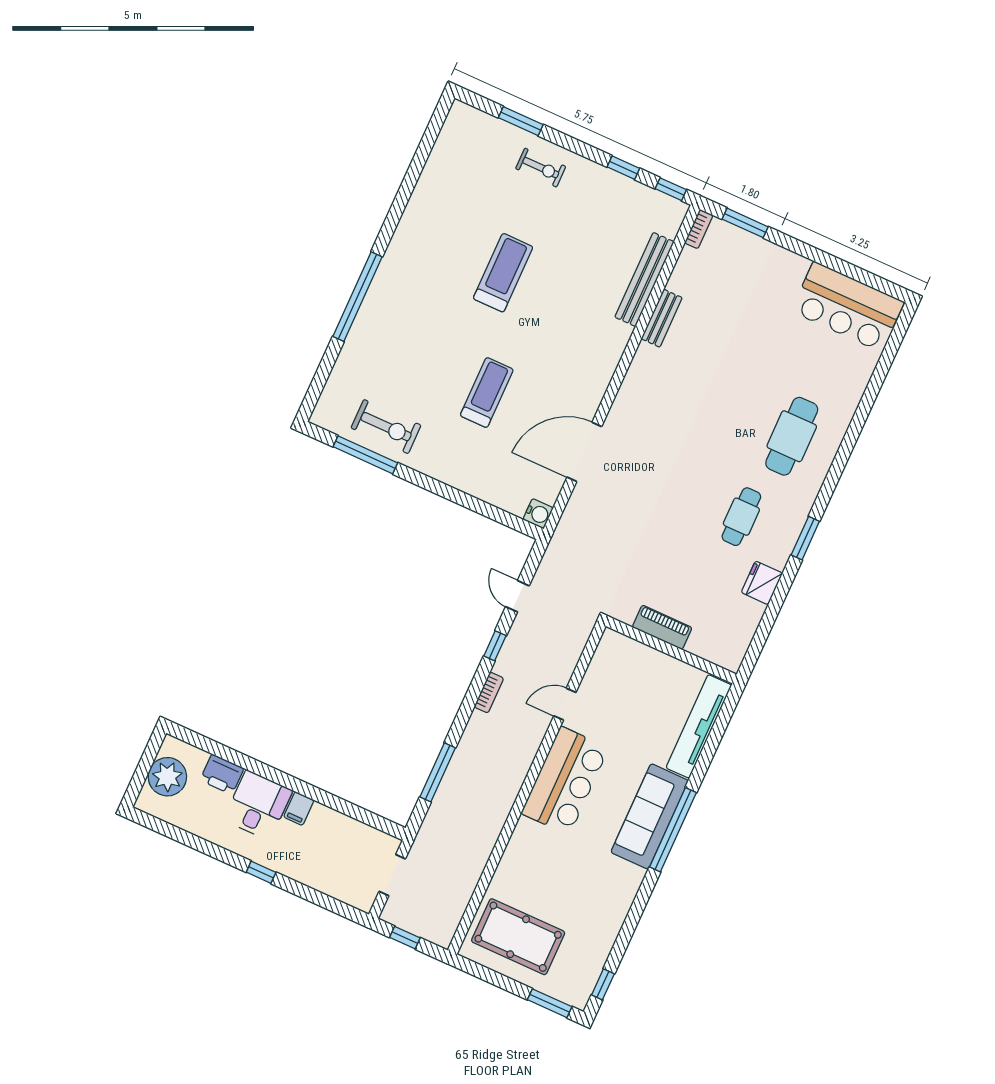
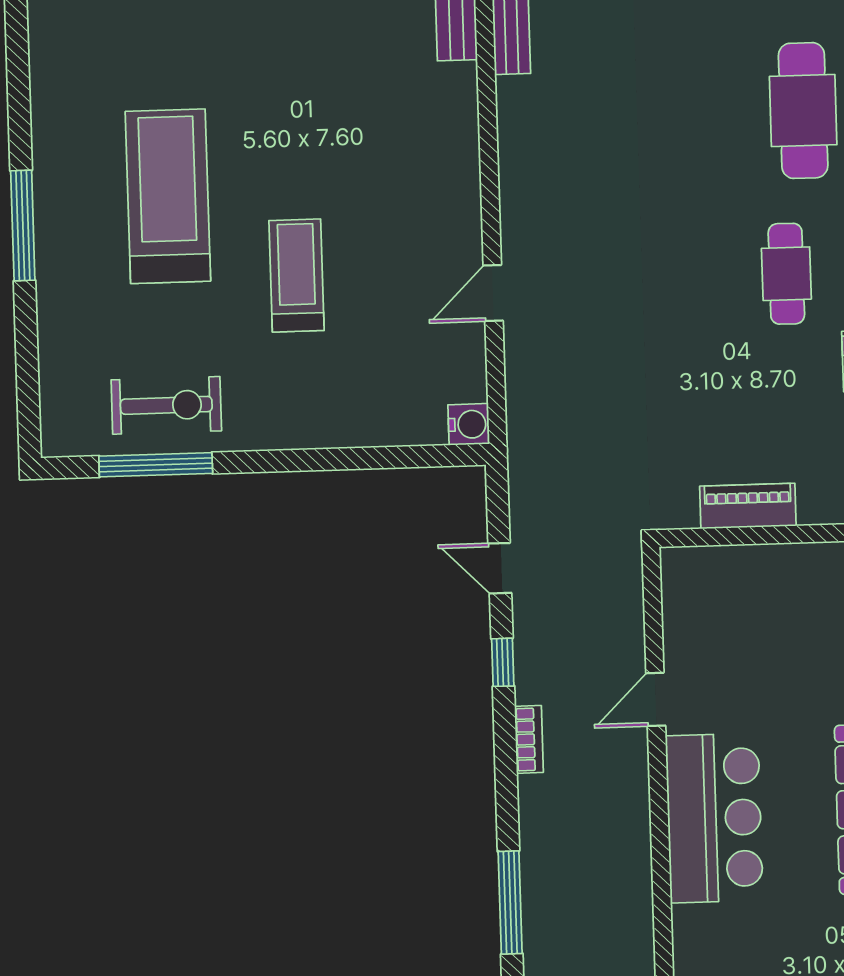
treadmill: (503, 273) -> (168, 196), moved, width x1.37, depth x1.38
window: (358, 297) -> (23, 226), width x0.68
door: (584, 452) -> (493, 293), width x0.53

